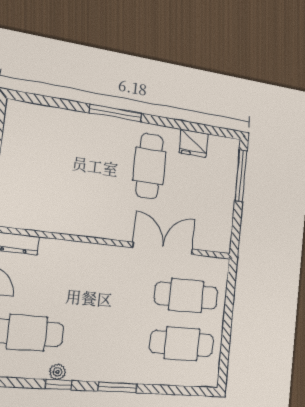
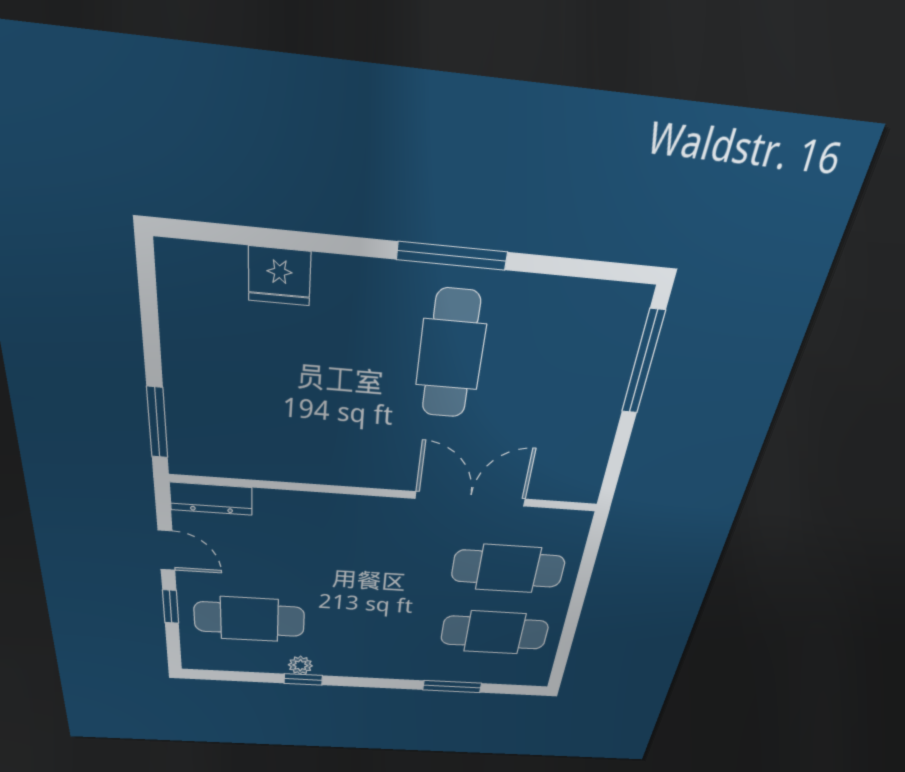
window: (115, 113) -> (452, 256), moved
fridge: (194, 143) -> (279, 276), moved
window: (117, 387) -> (452, 687), moved

